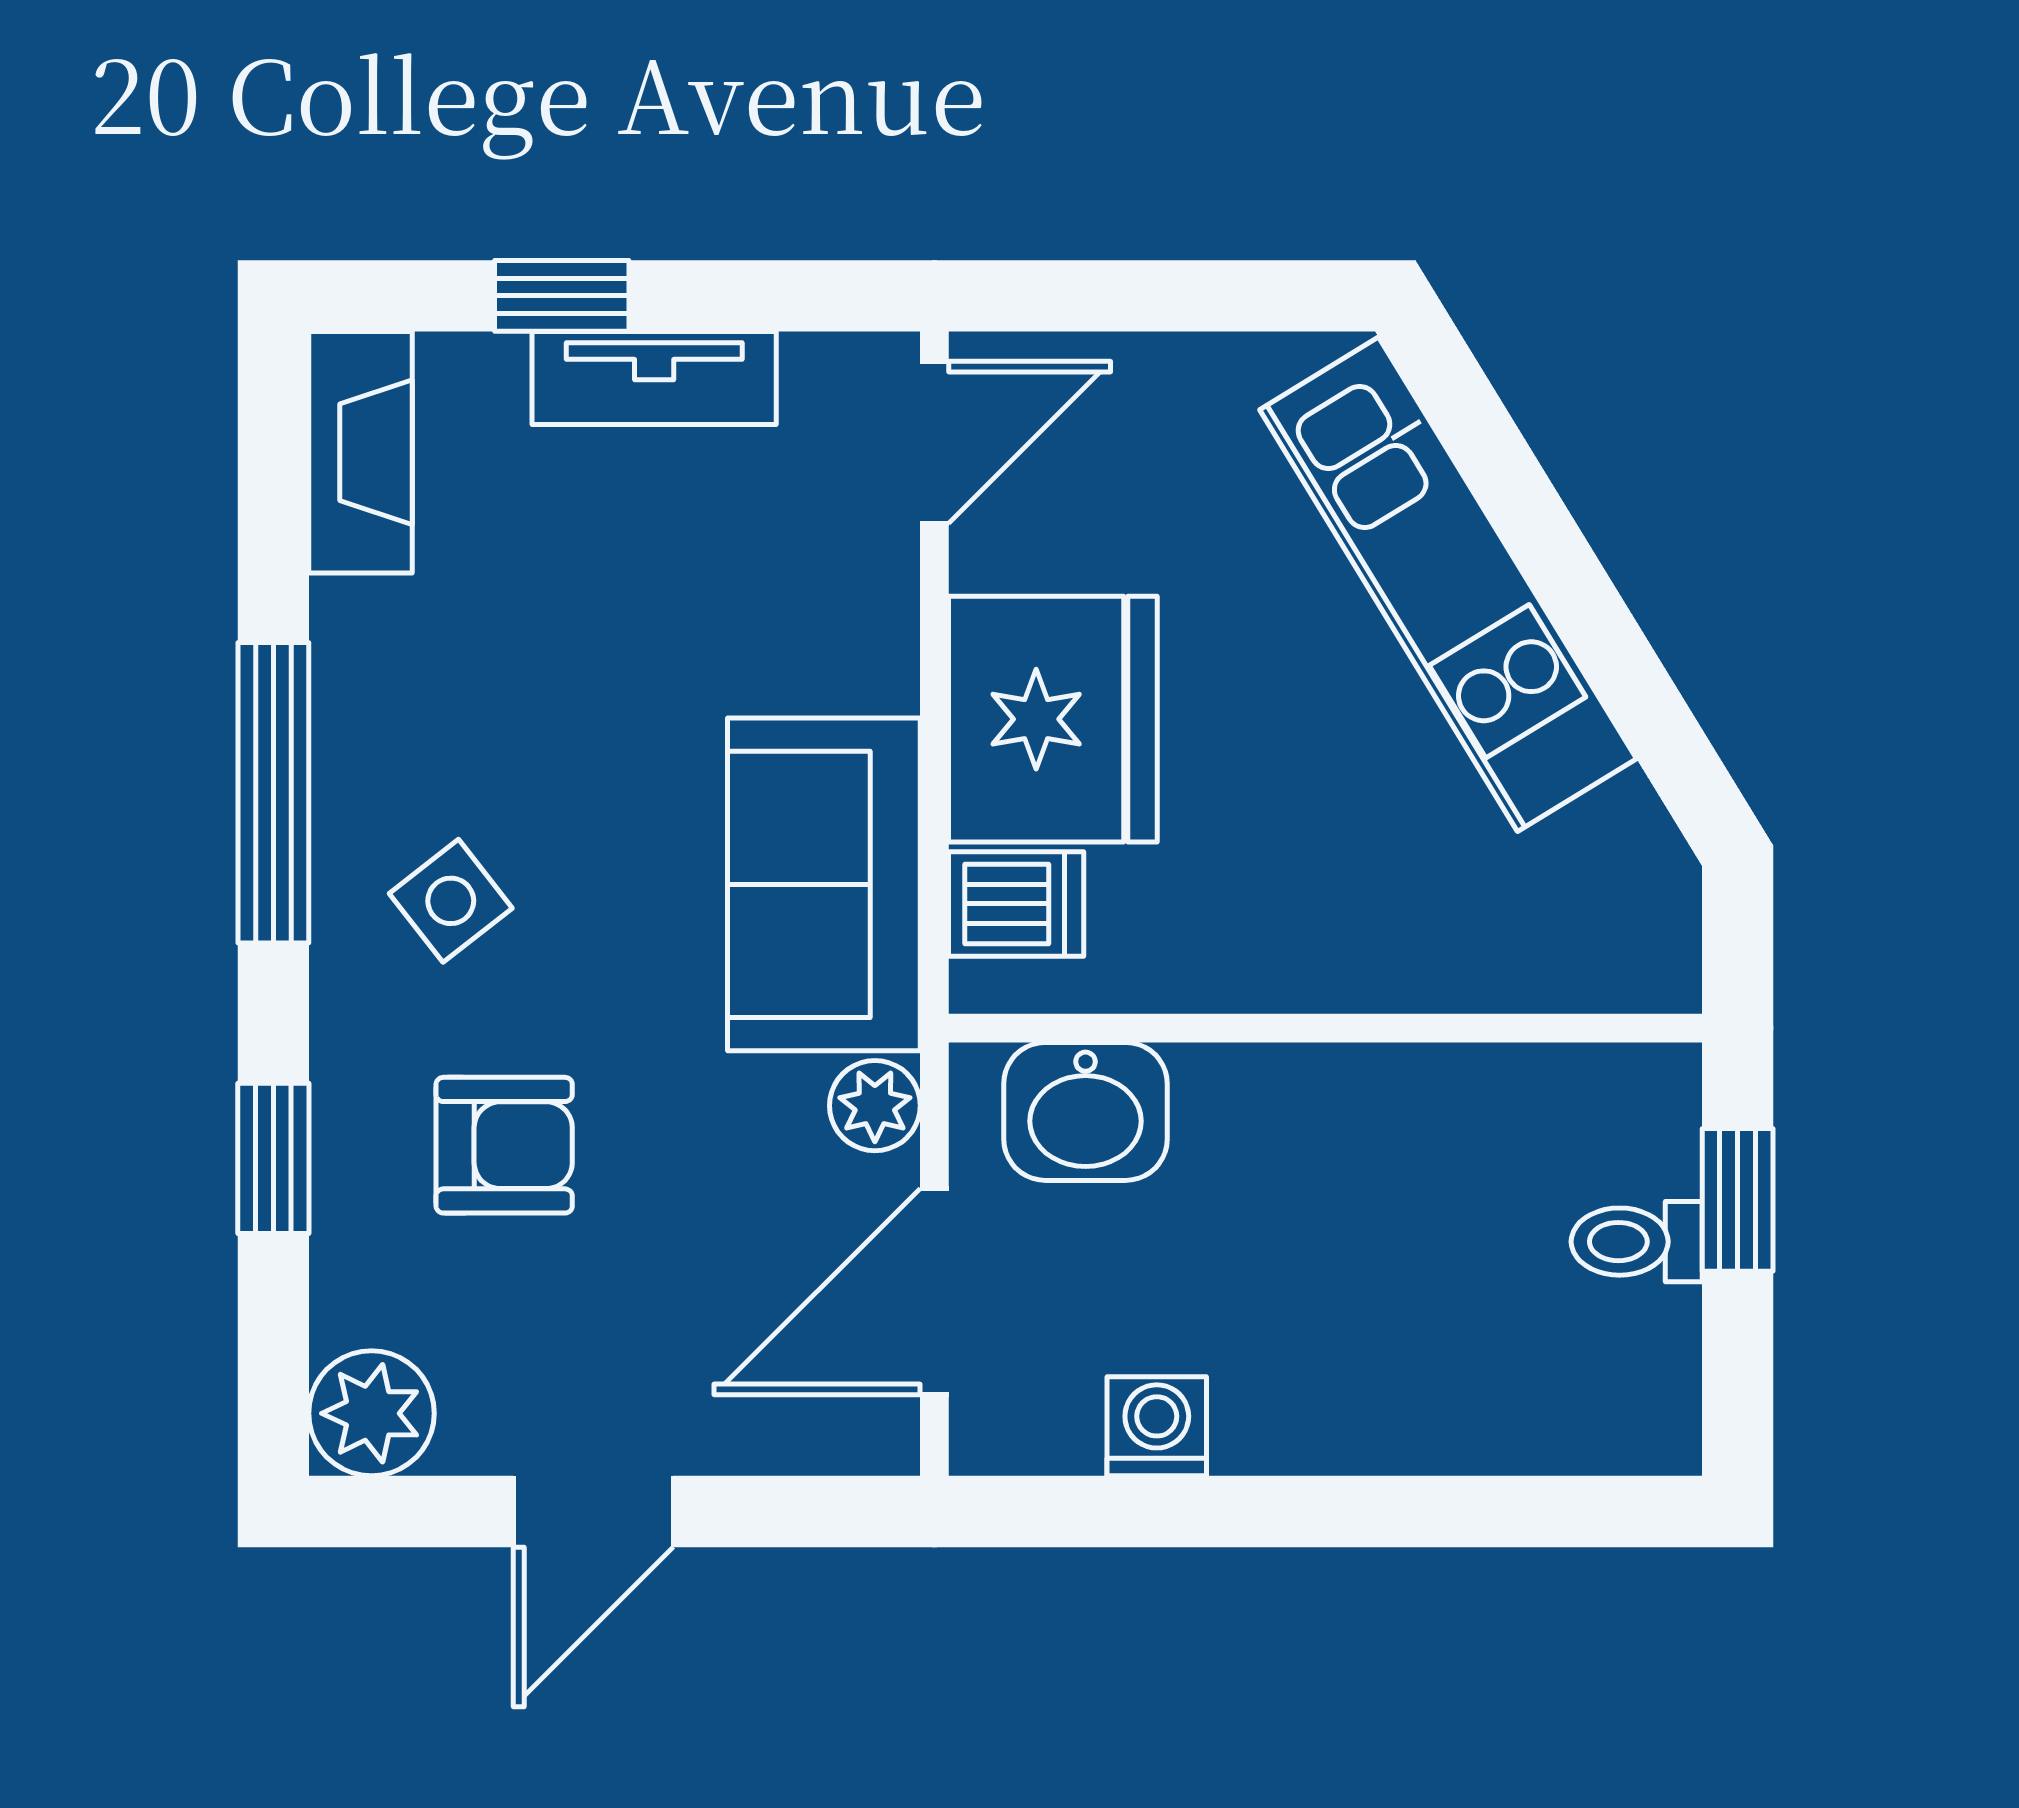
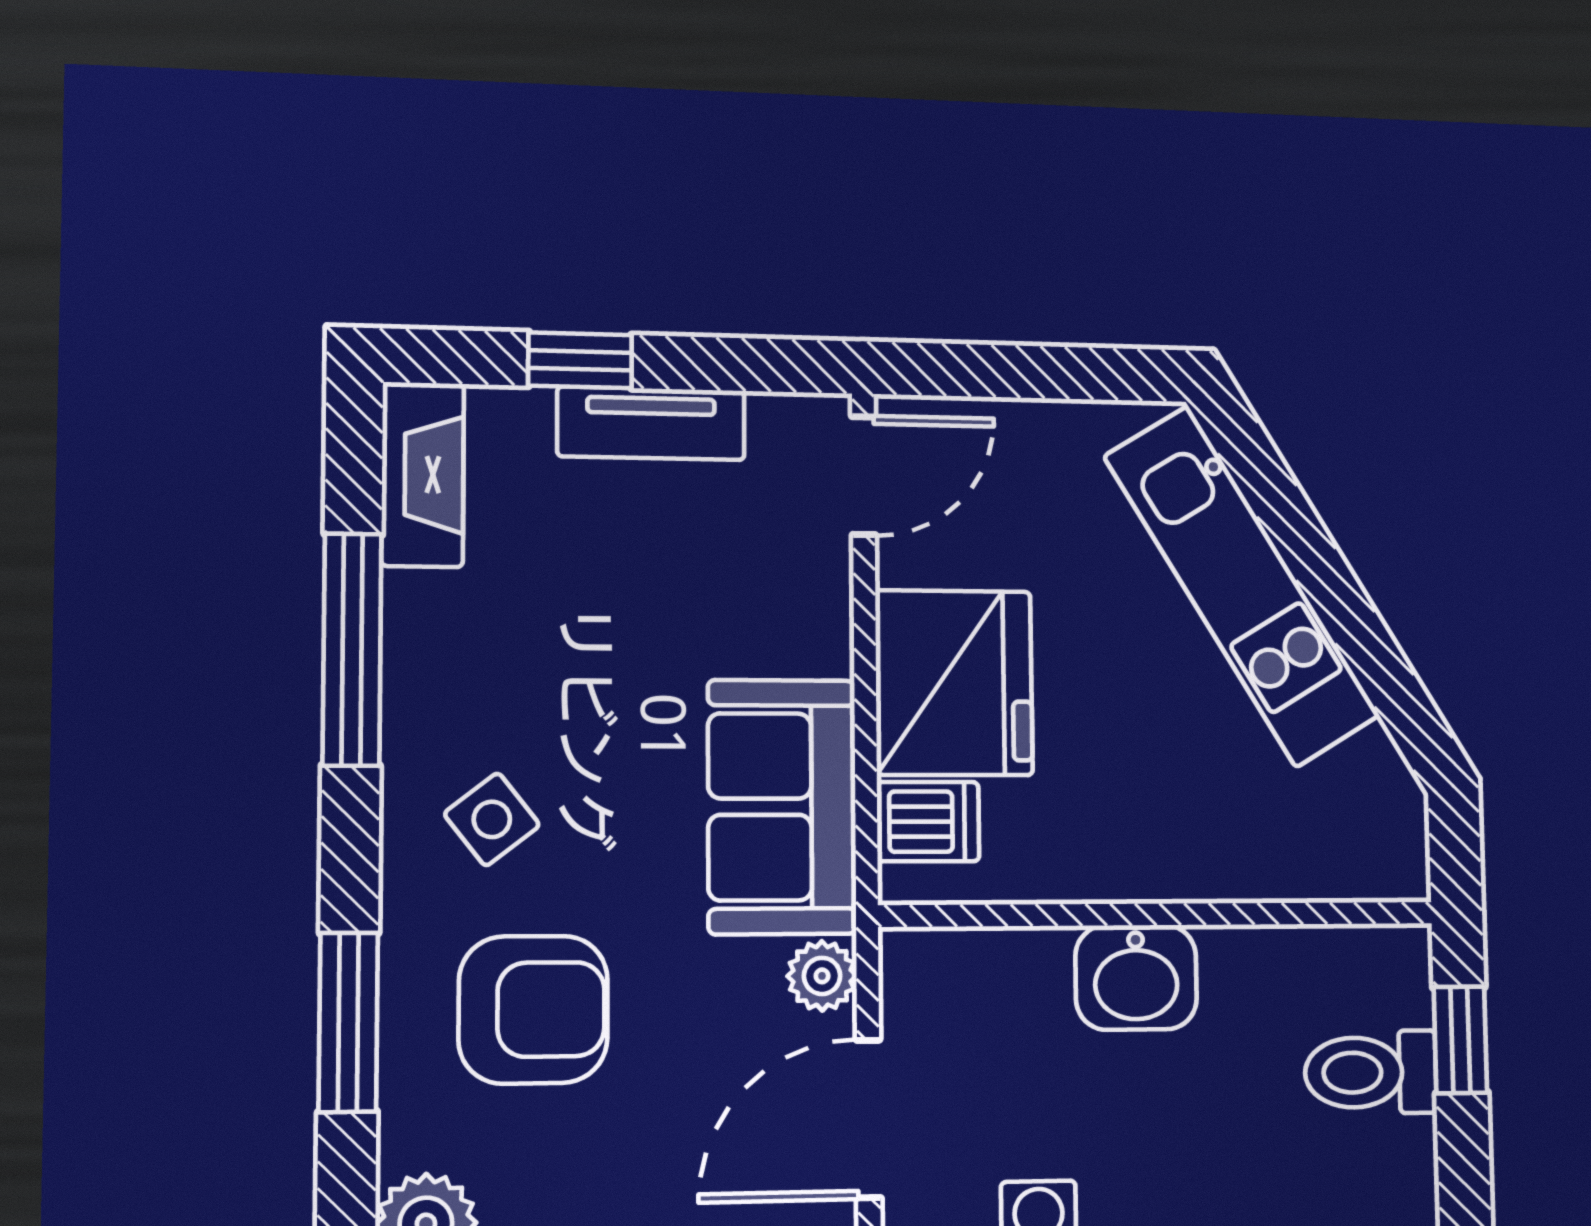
window: (273, 793) -> (352, 649), moved
washbasin: (1085, 1111) -> (1136, 977), moved
armchair: (504, 1145) -> (533, 1010), width x1.38, depth x1.38
window: (273, 1158) -> (348, 1022), width x1.50
toilet: (1637, 1242) -> (1371, 1072), width x1.37, depth x1.39

